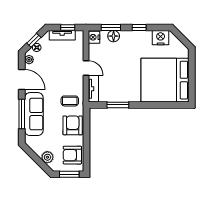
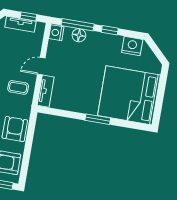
window: (111, 27) -> (78, 25), width x1.44
door: (86, 68) -> (41, 66), swing flipped
coffee table: (70, 101) -> (18, 87), moved
window: (118, 105) -> (98, 119), moved

